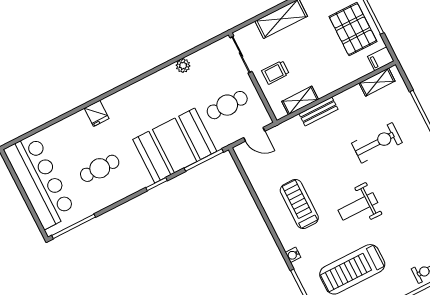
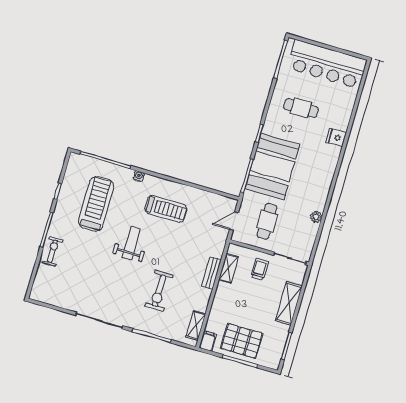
cafe table: (100, 168) -> (301, 108), turned 90

